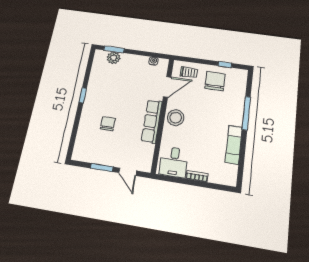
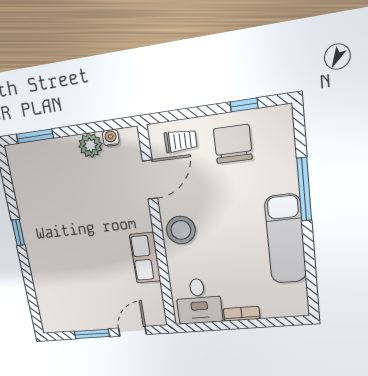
plant: (114, 58) -> (90, 145), moved
row of seats: (152, 121) -> (145, 258), width x0.68
chair: (108, 124) -> (75, 267), removed
exam couch: (234, 145) -> (286, 239), width x1.36, depth x1.45
door: (128, 172) -> (132, 331), swing flipped

